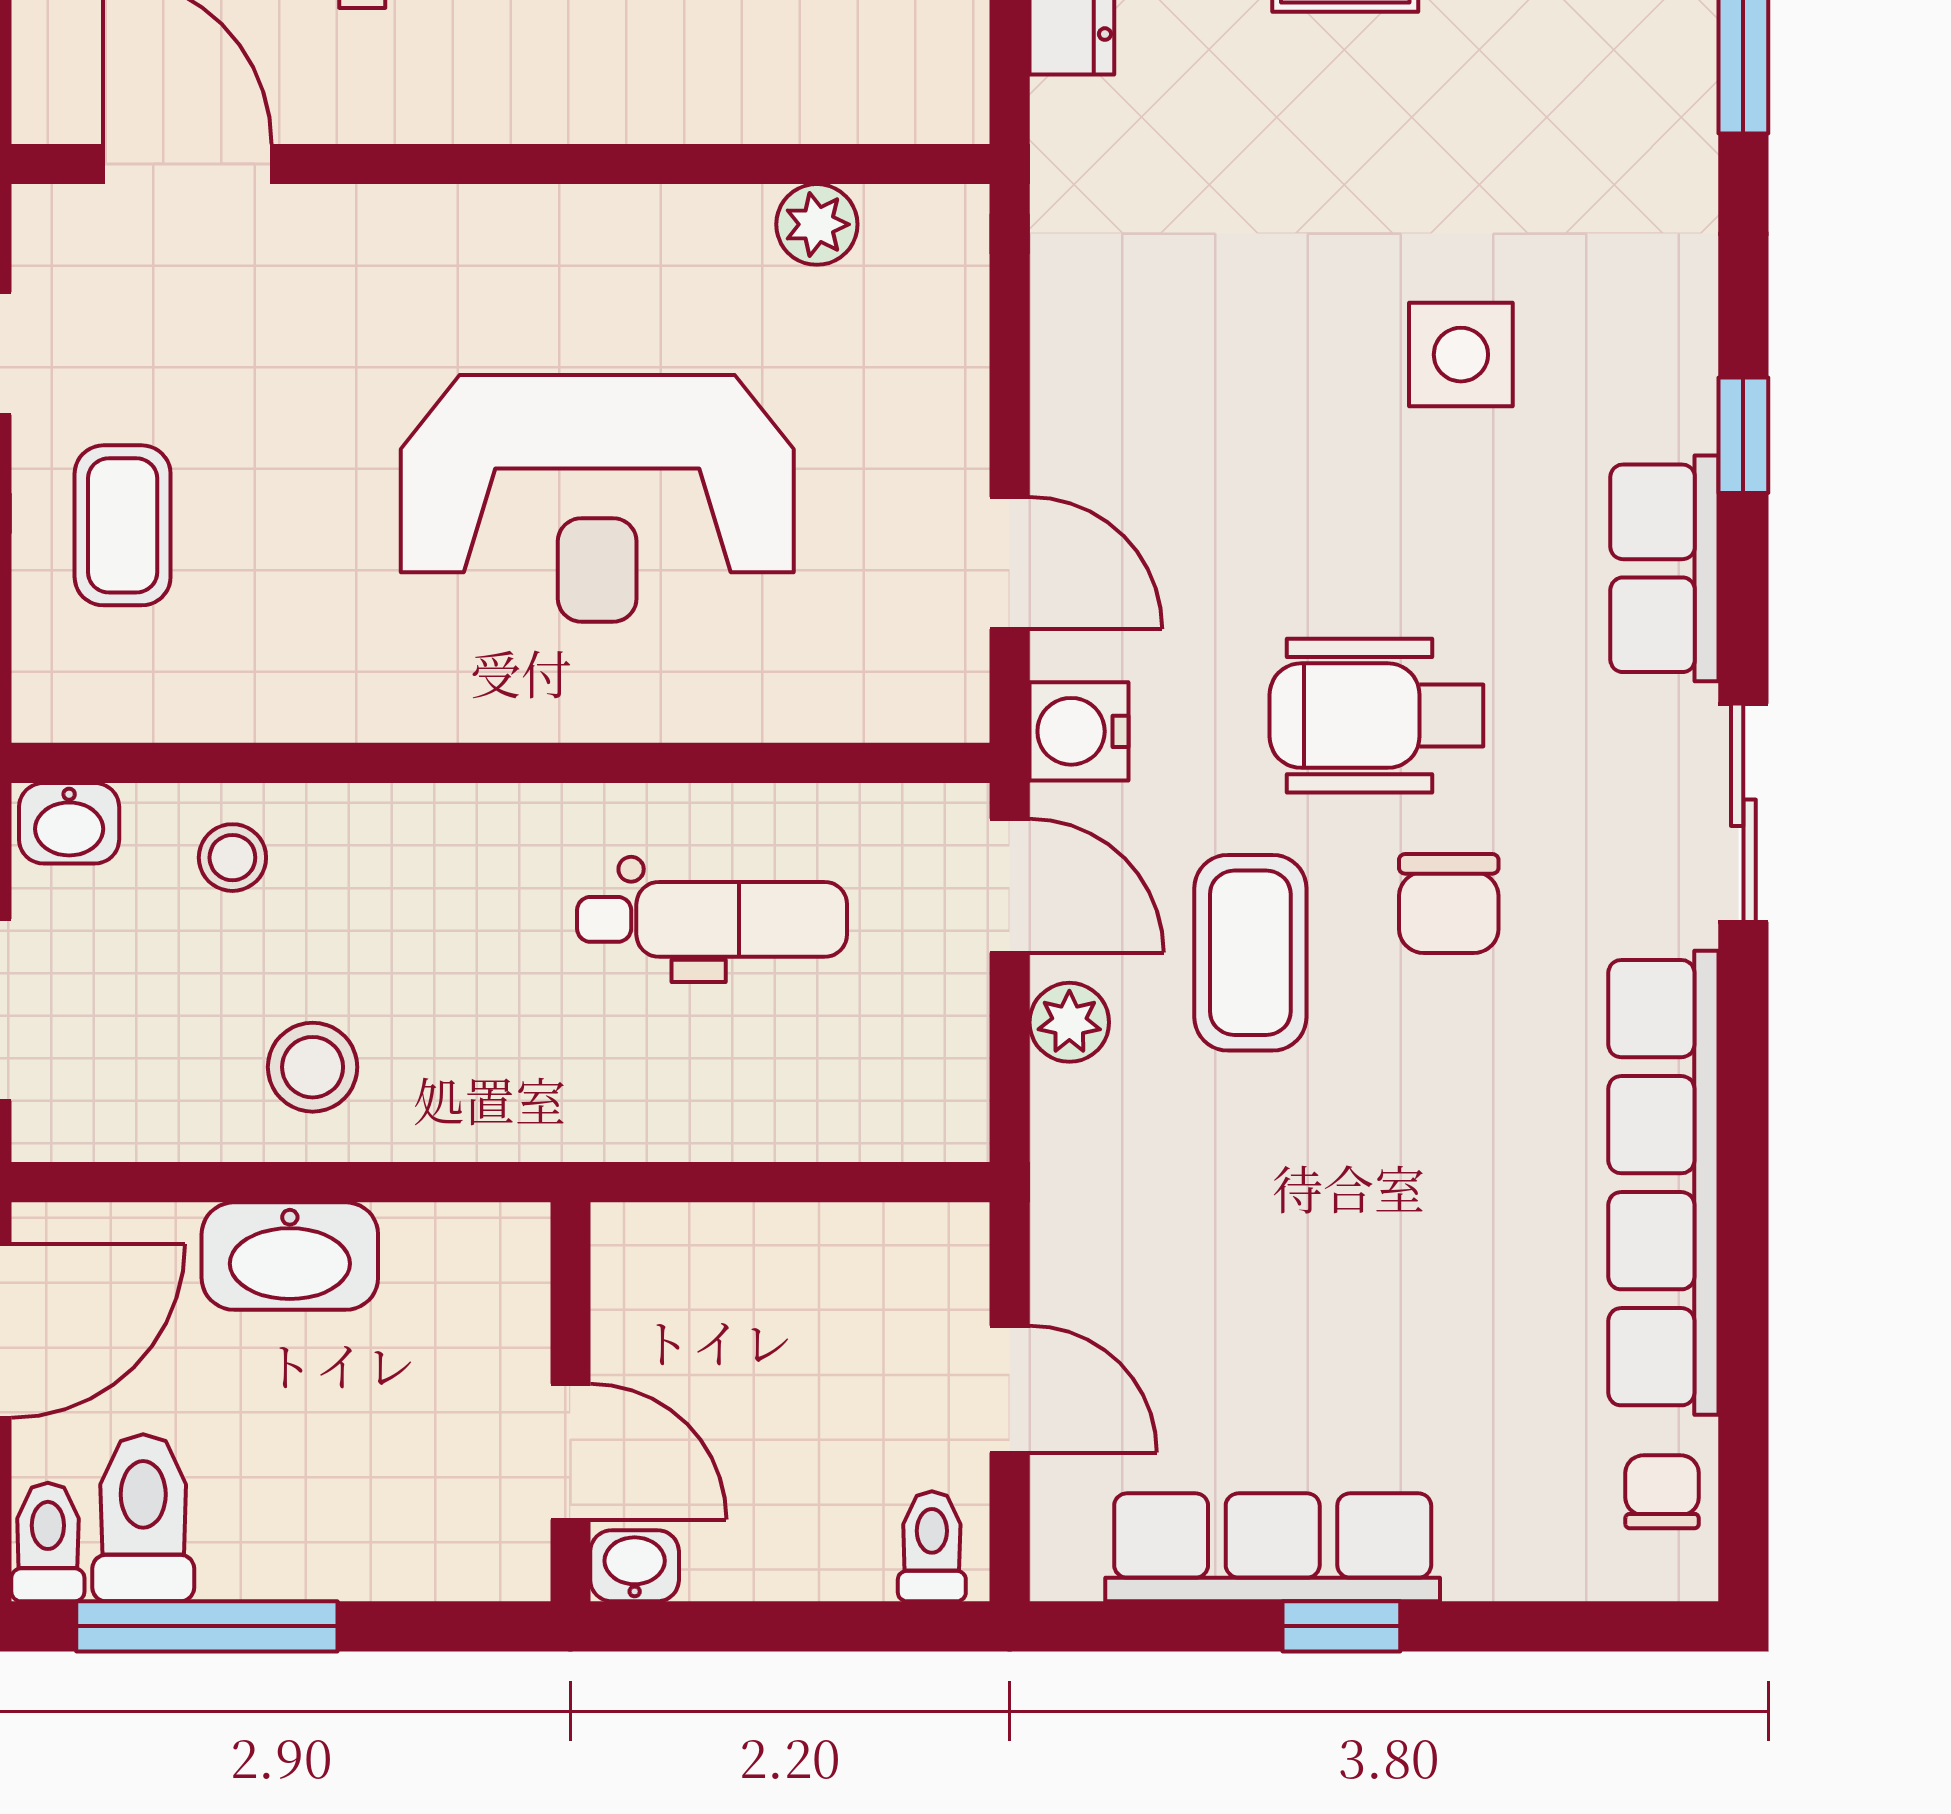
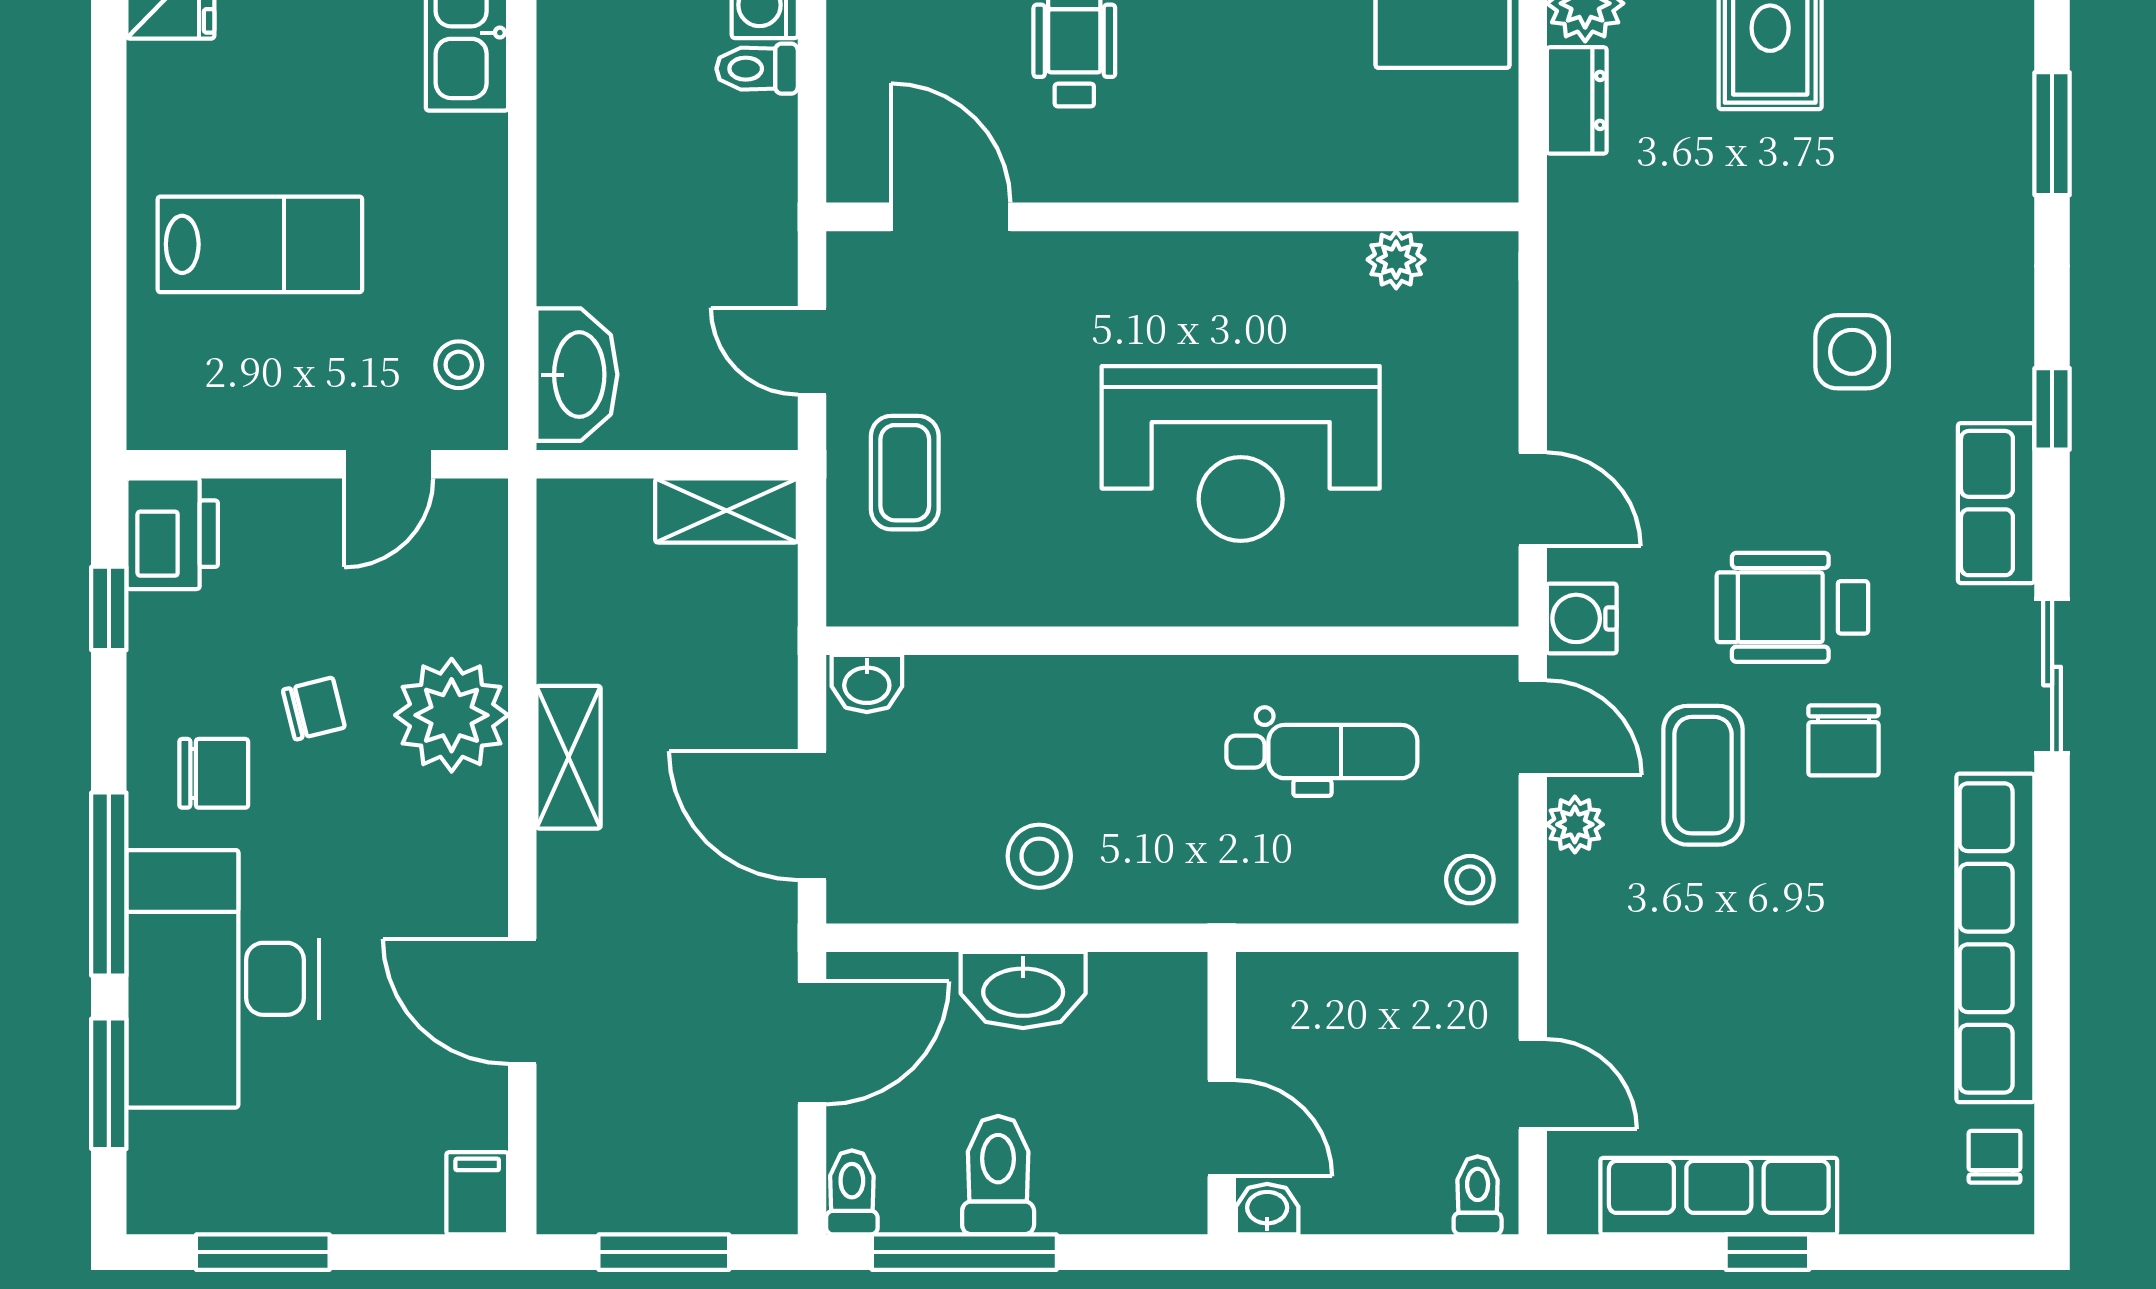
stool: (232, 858) -> (1470, 880), moved
toilet: (143, 1518) -> (998, 1175), moved

